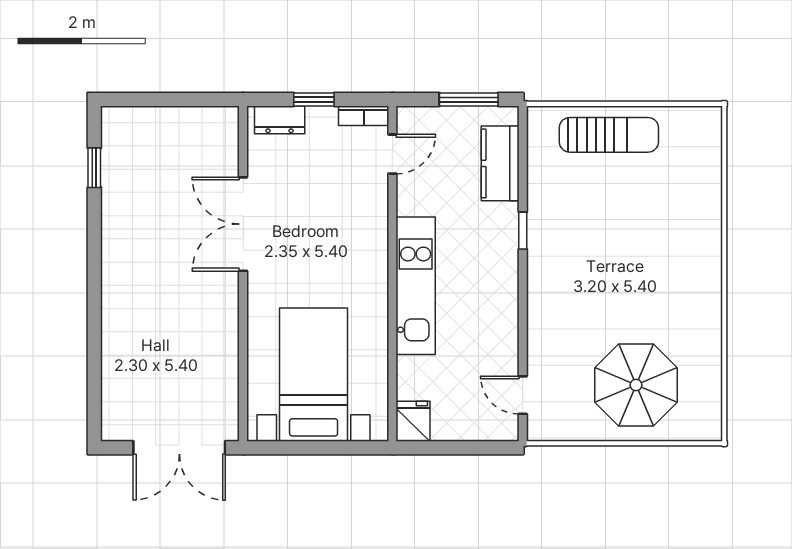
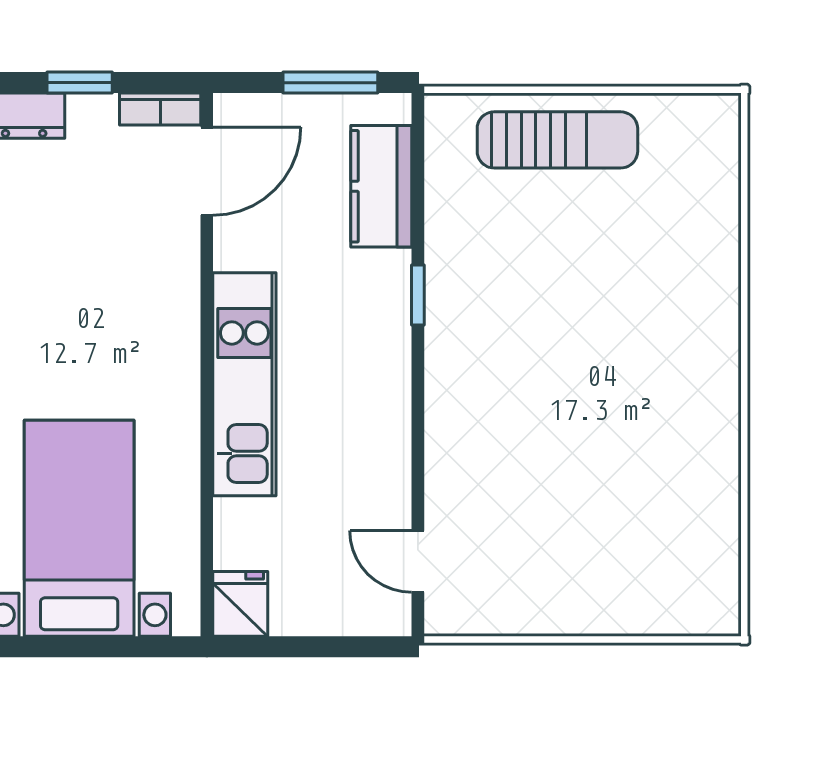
door: (392, 154) -> (207, 171), width x1.37
parasol: (636, 385) -> (601, 545), removed

